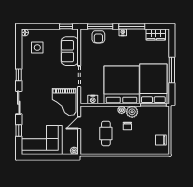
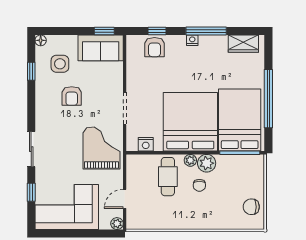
window: (100, 26) -> (157, 31), width x0.46
sofa: (70, 51) -> (101, 48), moved, turned -90
armchair: (45, 68) -> (72, 96), added
window: (172, 70) -> (268, 99), width x1.46
window: (19, 75) -> (31, 71), moved
grand piano: (64, 102) -> (101, 148), turned 180
door: (79, 123) -> (125, 199), moved
cafe table: (106, 133) -> (168, 177), moved

